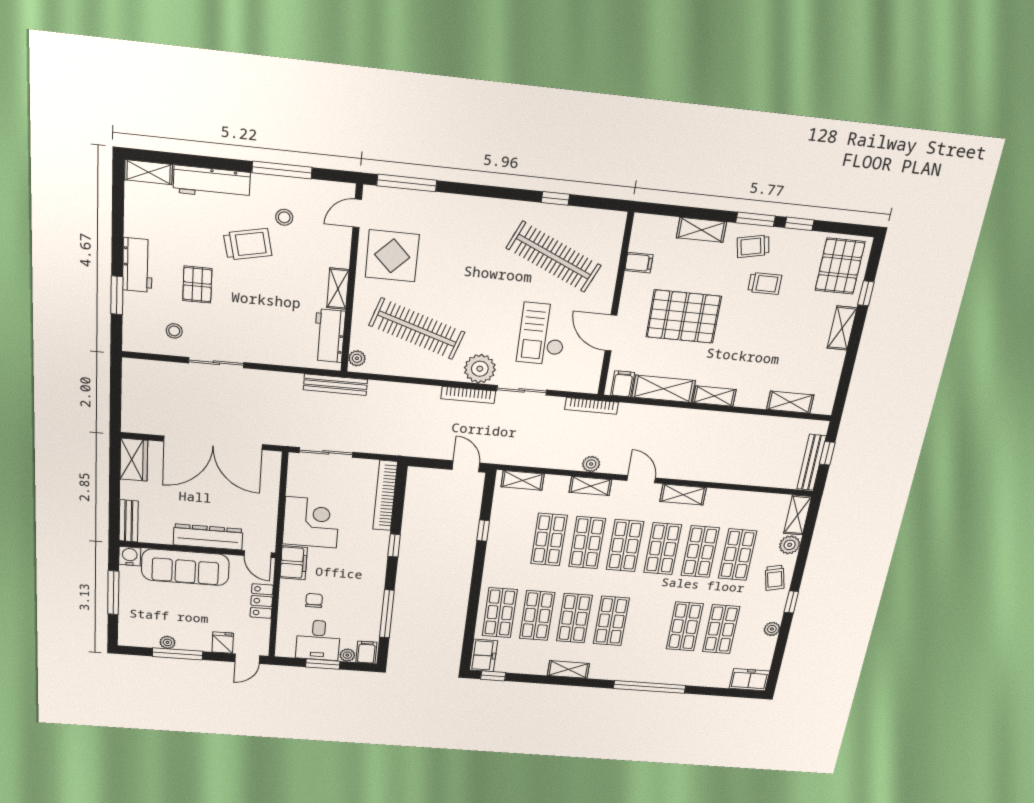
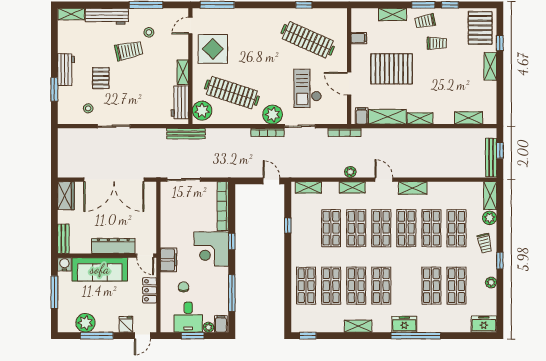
plant: (357, 358) -> (202, 111), width x1.87, depth x1.87
corner desk: (311, 522) -> (211, 249), moved, turned 180
plant: (168, 642) -> (85, 323), width x1.87, depth x1.87
freezer: (483, 655) -> (404, 324), moved, turned -90

